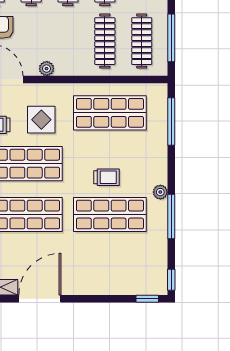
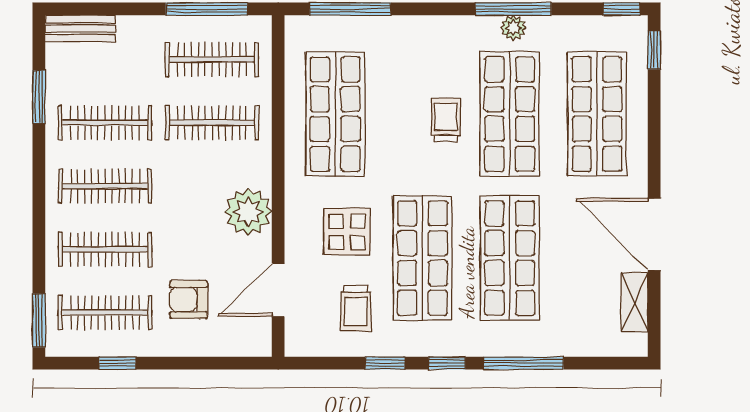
plant: (47, 69) -> (248, 212), width x1.88, depth x1.88
plant: (160, 192) -> (513, 28), moved
shop shelf: (110, 265) -> (597, 114), added

